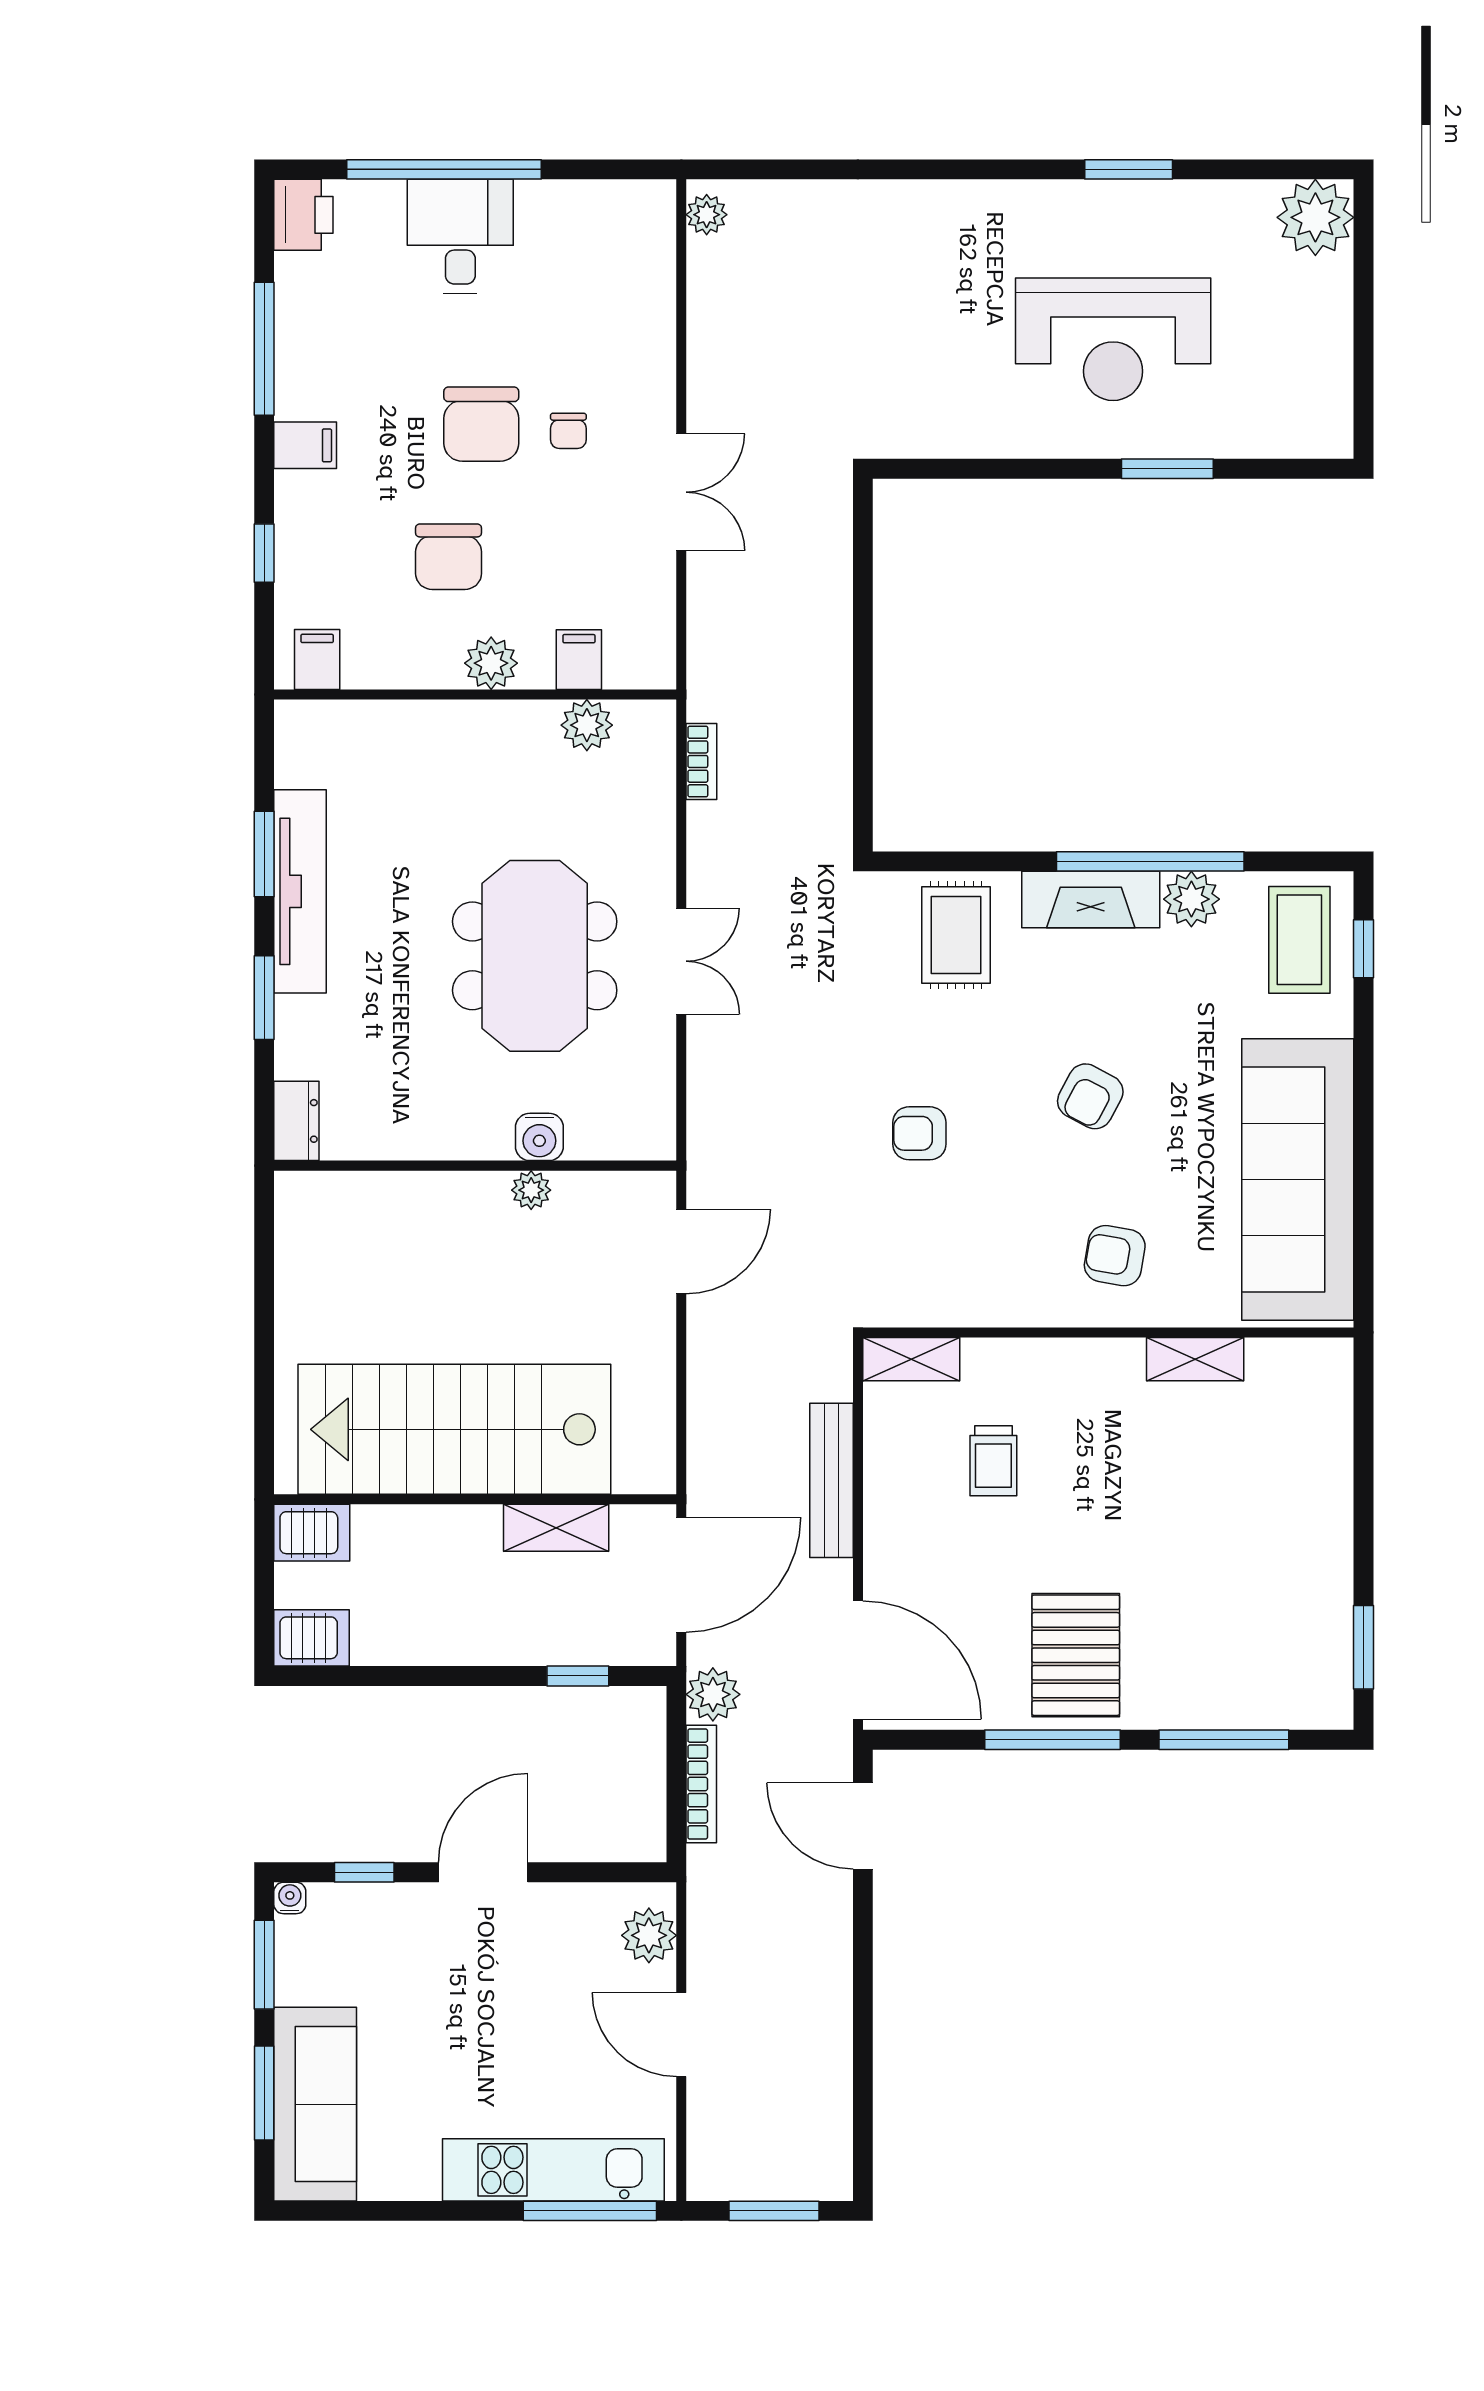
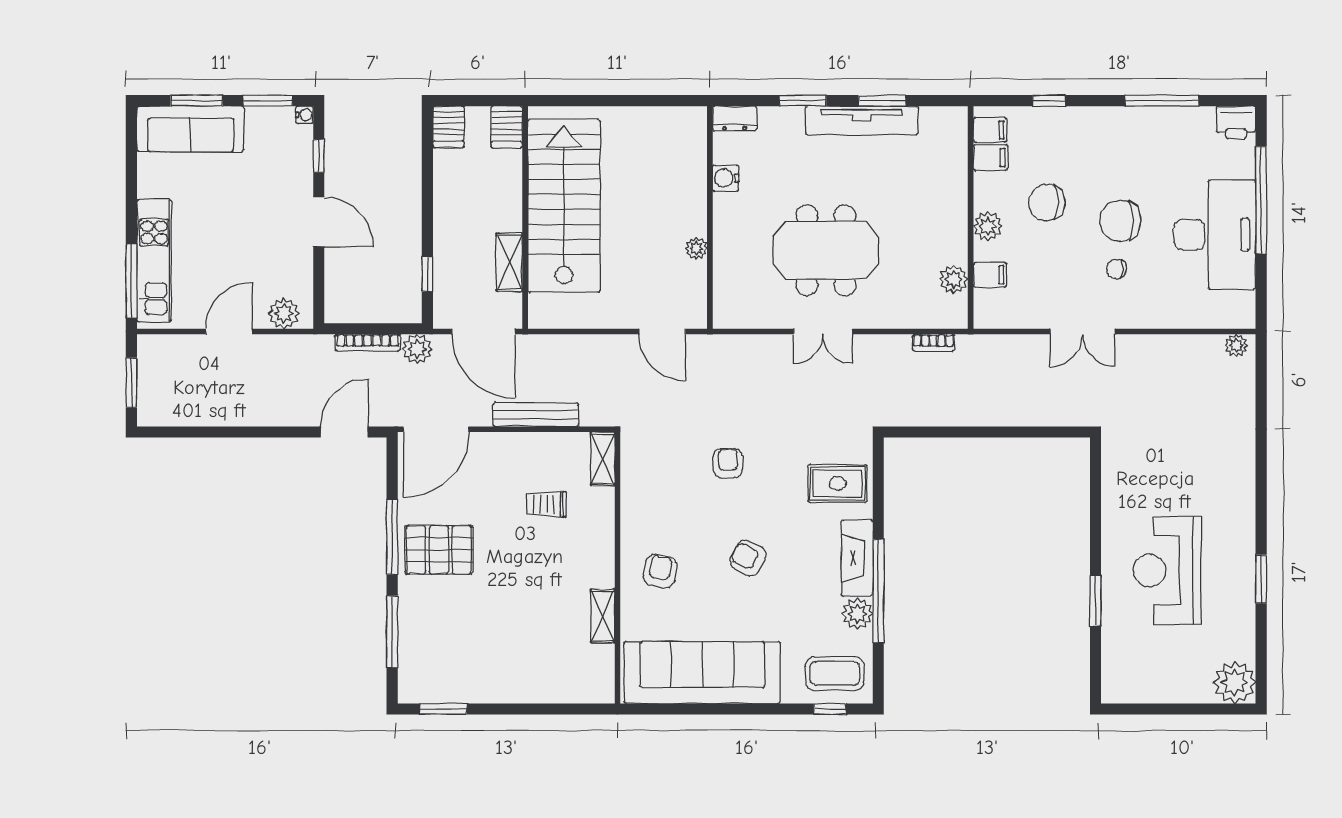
desk: (460, 236) -> (1215, 235), width x1.87, depth x1.30
filing cabinet: (305, 445) -> (991, 157), moved, turned -90
water cooler: (539, 1137) -> (726, 178), moved

